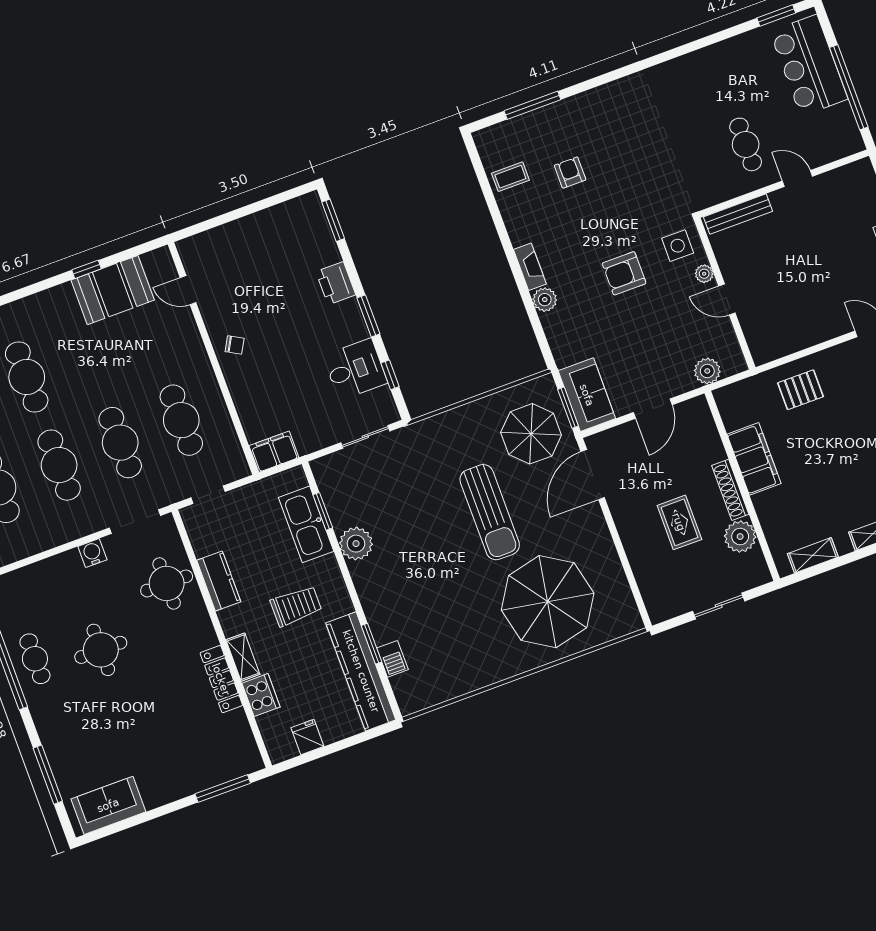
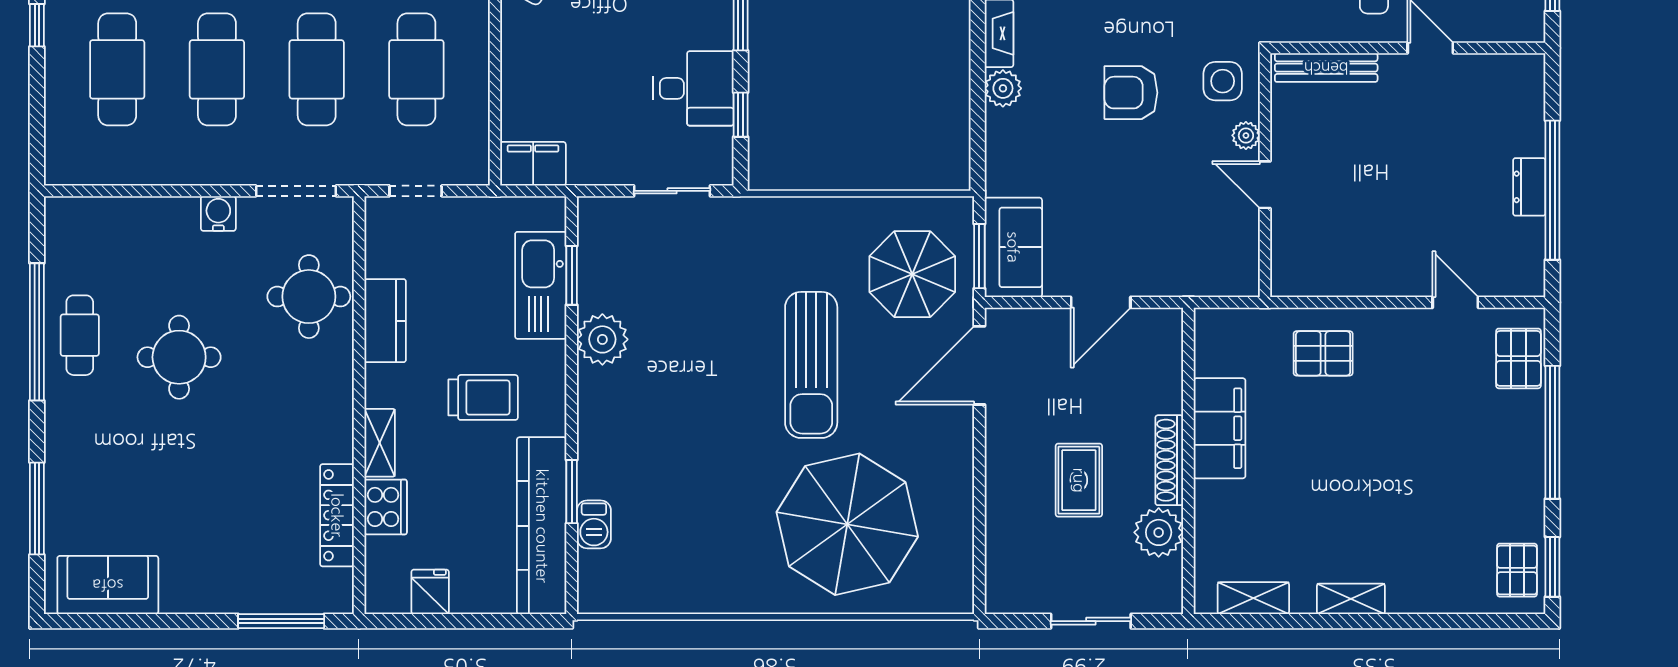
plant: (707, 371) -> (1199, 277), removed
locker: (221, 679) -> (337, 515), moved

